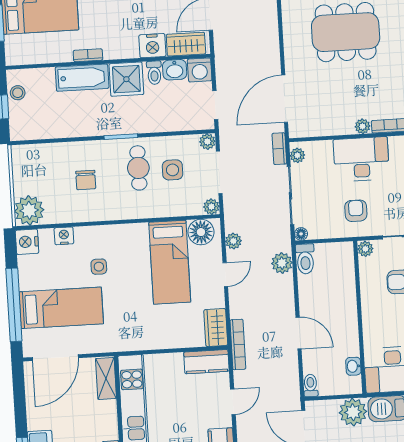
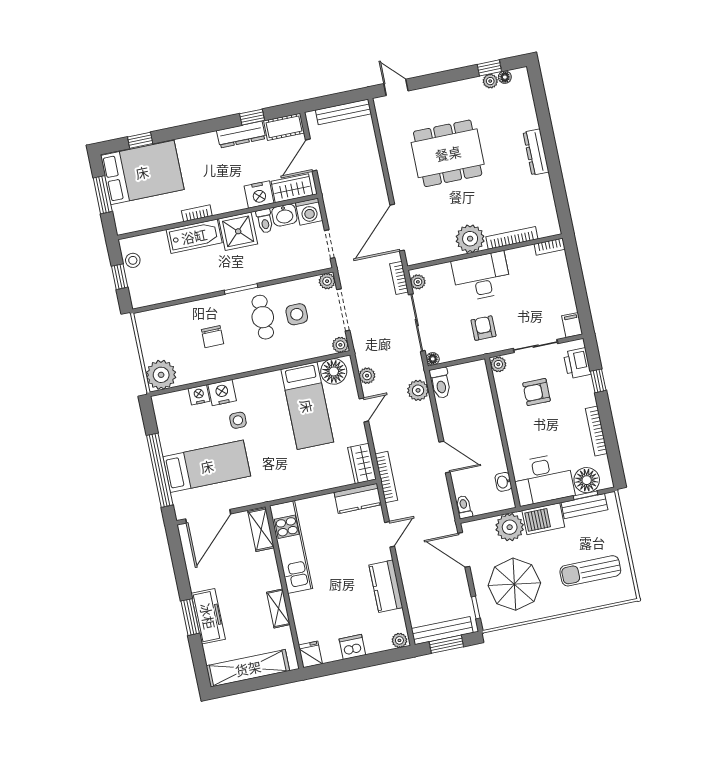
plant: (363, 126) -> (470, 239), width x1.88, depth x1.88
nightstand: (27, 242) -> (222, 393), moved, turned 90

